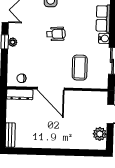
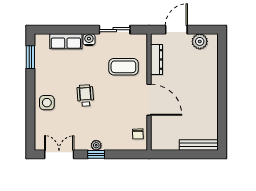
door: (51, 89) -> (149, 100), hinge flipped
dresser: (20, 94) -> (156, 59), moved
bench: (10, 135) -> (199, 145), width x1.36

